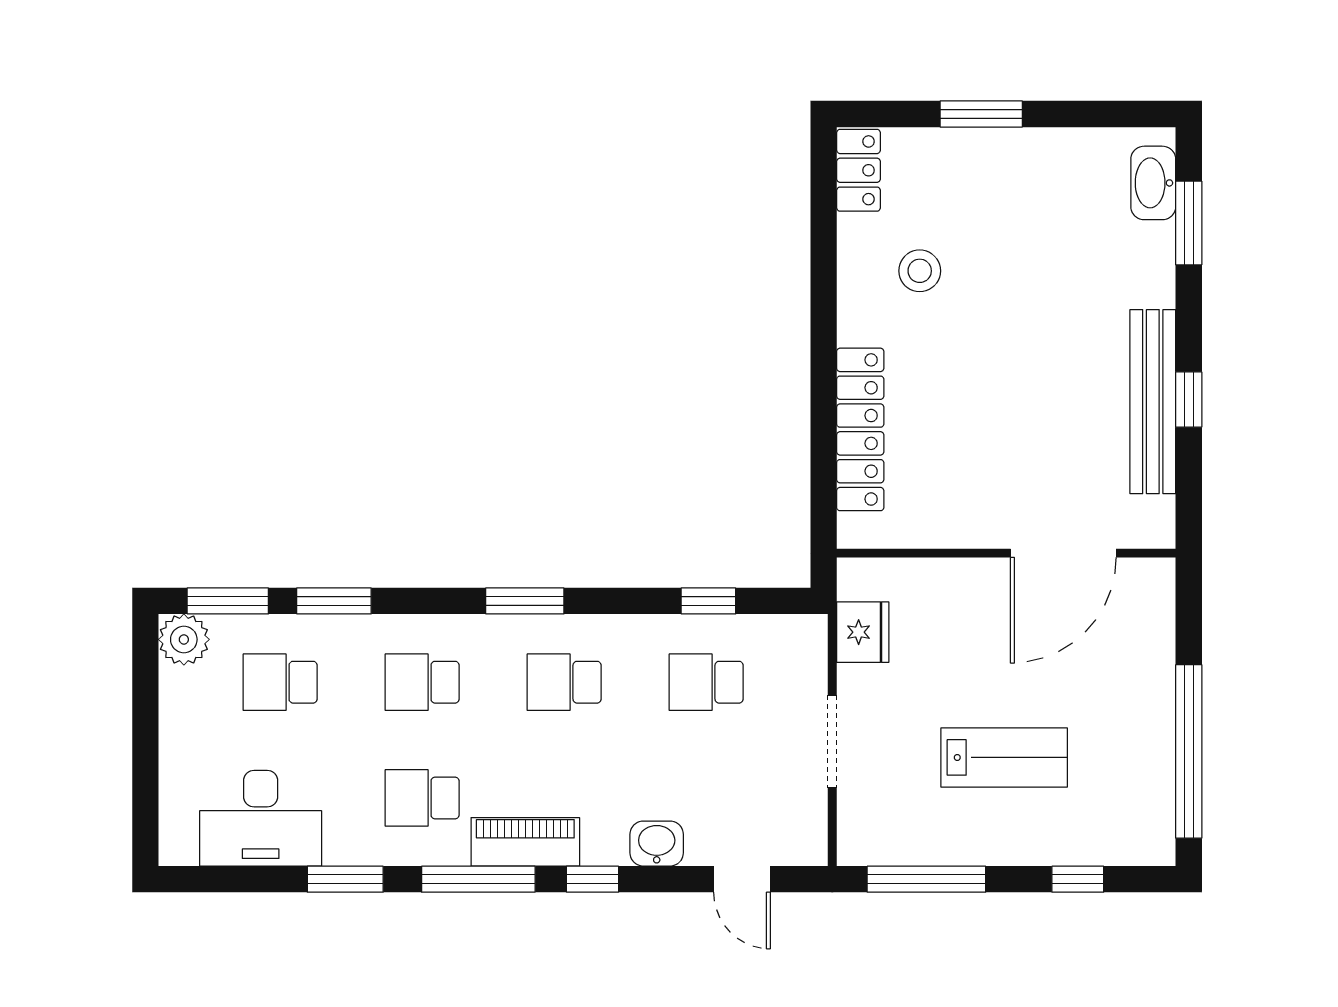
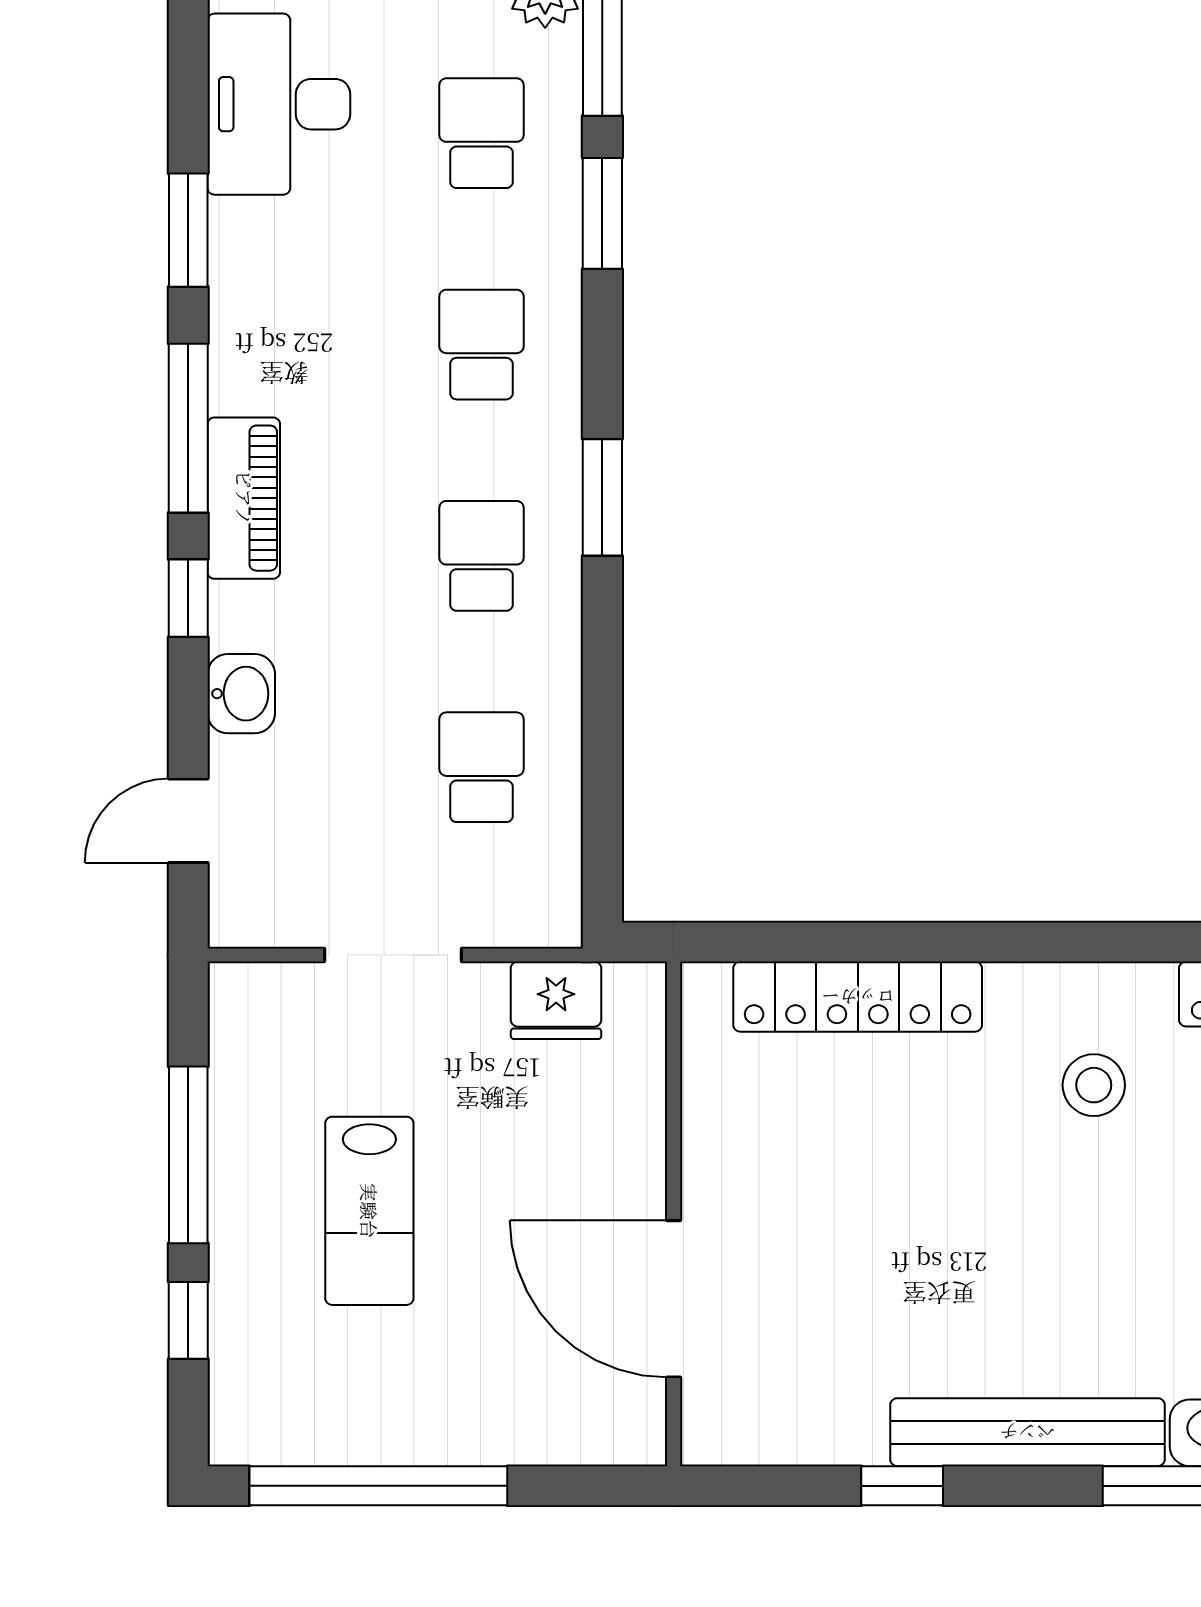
bench: (1153, 402) -> (1027, 1432), moved
window: (708, 601) -> (602, 771), removed
school desk: (422, 798) -> (309, 345), removed
window: (926, 879) -> (188, 1155), moved

